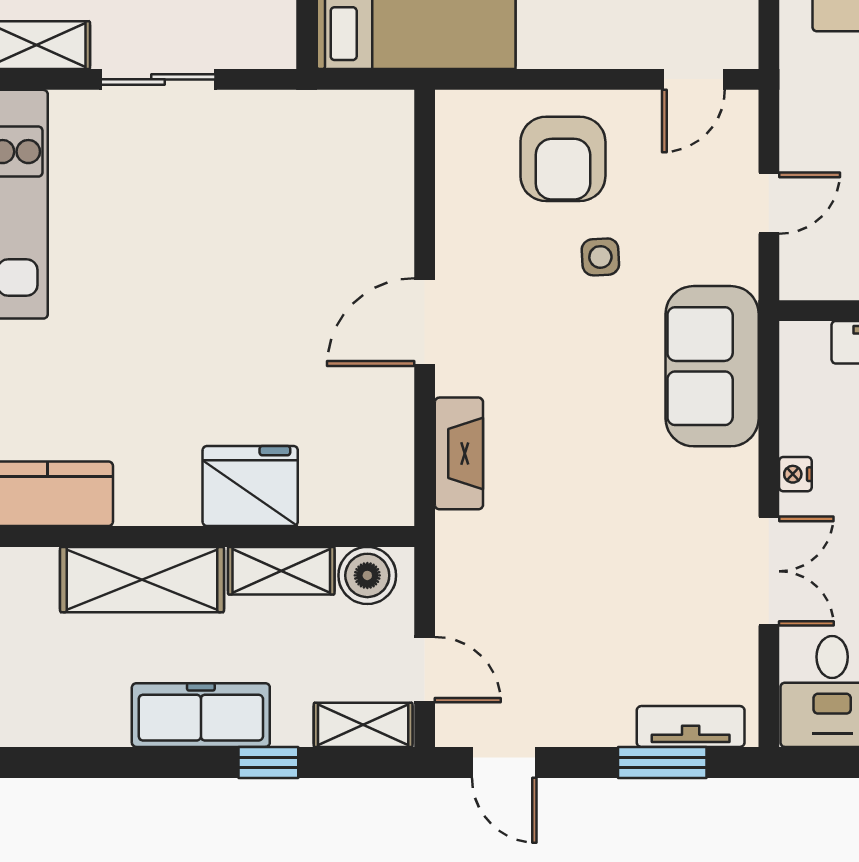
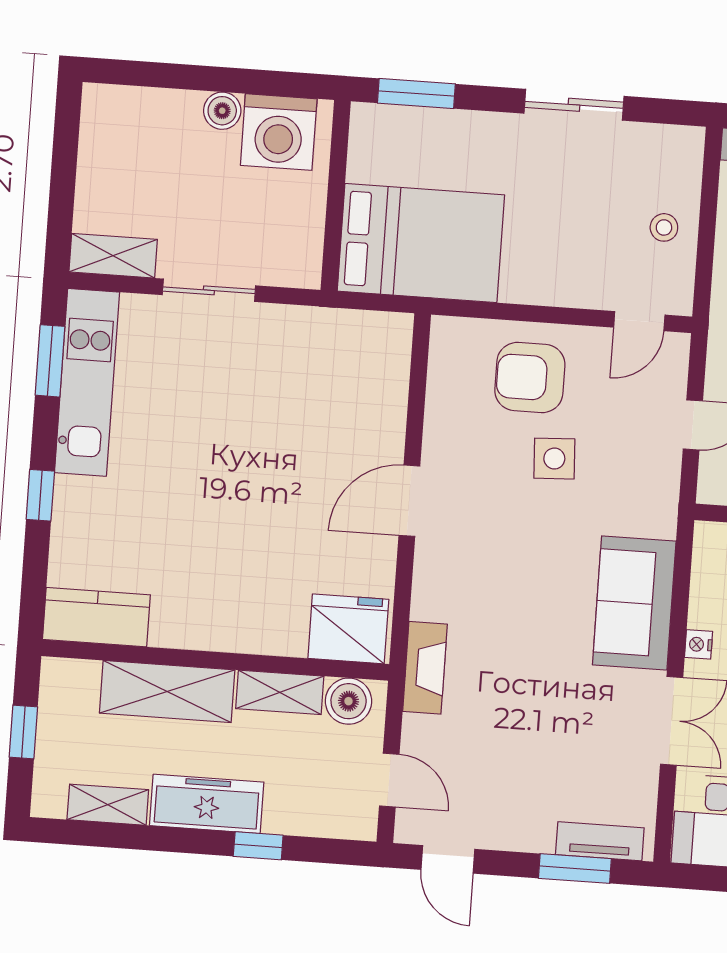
armchair: (563, 159) -> (530, 377), turned 90
side table: (600, 257) -> (554, 459), width x1.37, depth x1.37
sofa: (712, 366) -> (634, 603), moved
fireplace: (459, 453) -> (425, 668), moved
fridge: (250, 486) -> (348, 629), moved
shelving: (363, 725) -> (108, 805), moved

